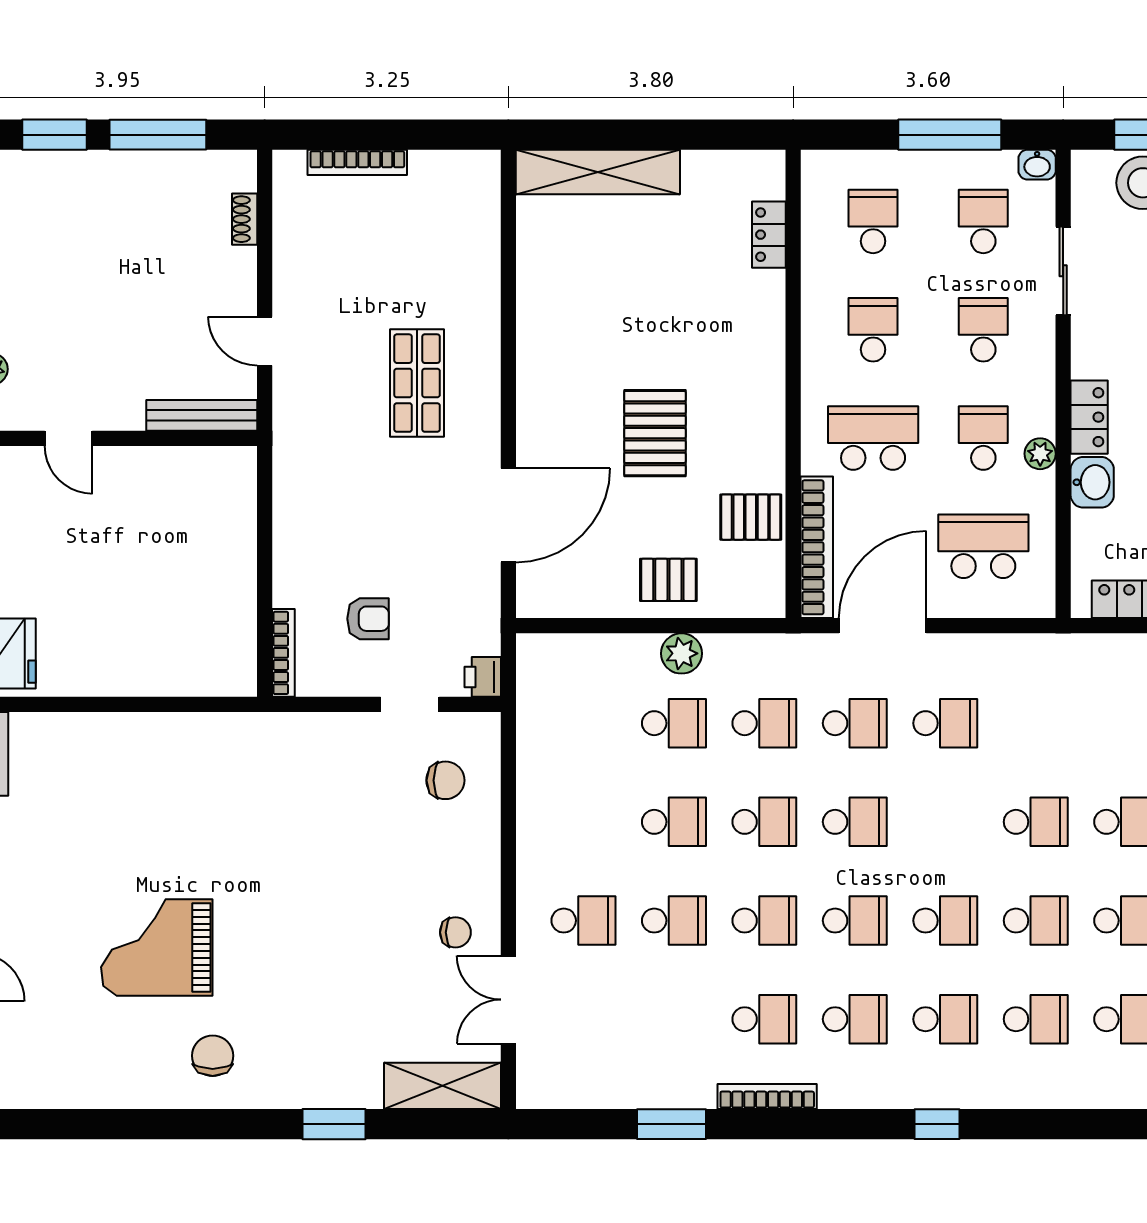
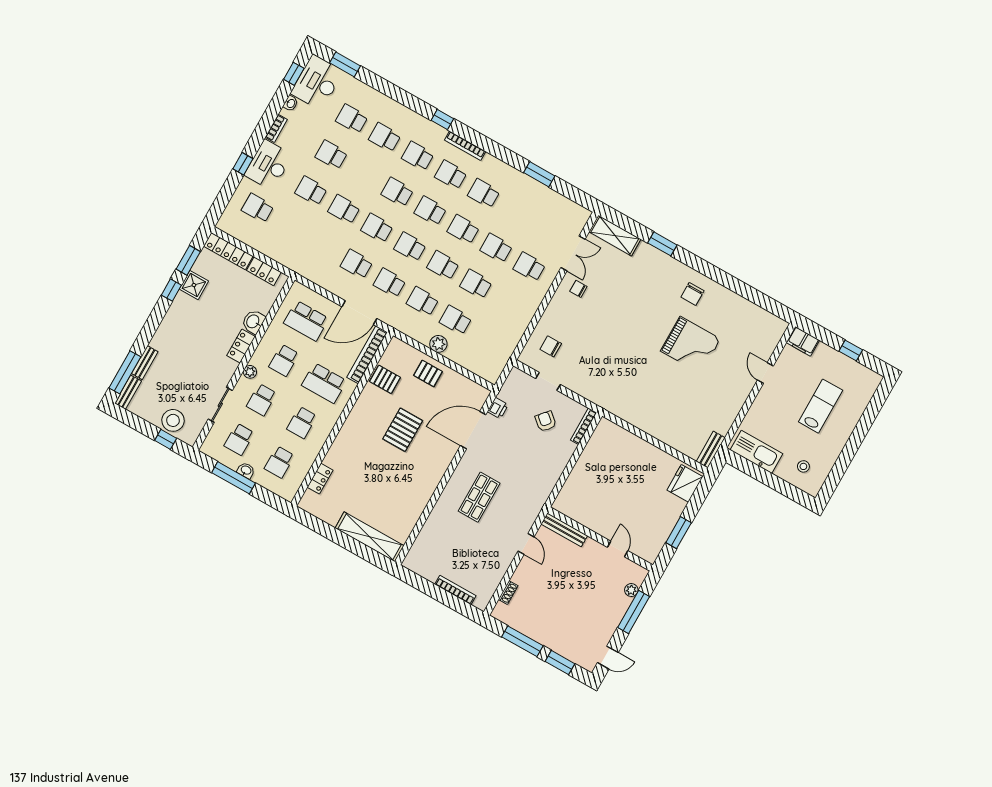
washbasin: (1037, 165) -> (246, 470), moved
plant: (1040, 454) -> (250, 372), moved
armchair: (368, 619) -> (546, 421), turned 41
printer: (483, 677) -> (498, 408), moved
school desk: (1036, 921) -> (377, 228), moved
bookcase: (767, 1097) -> (465, 146), moved

